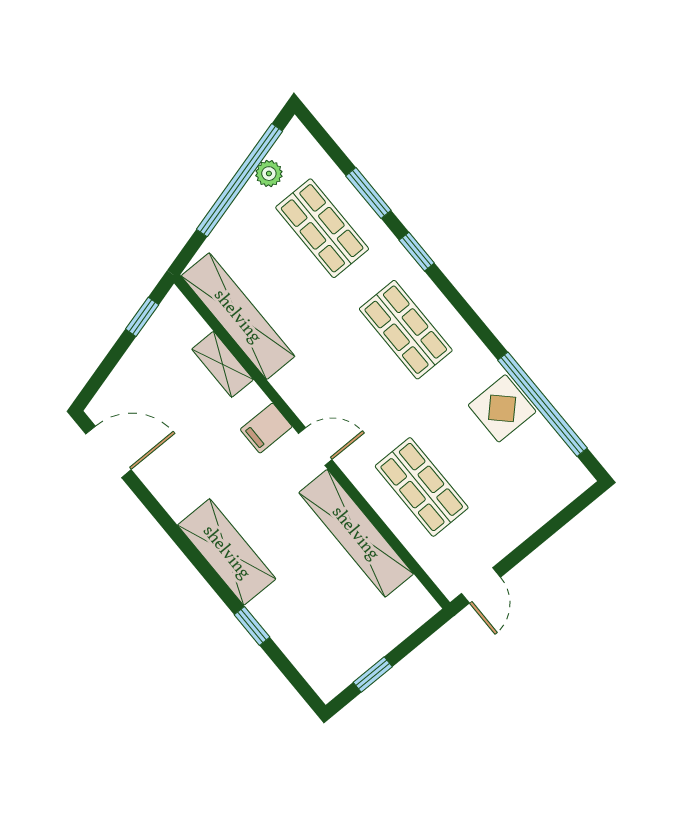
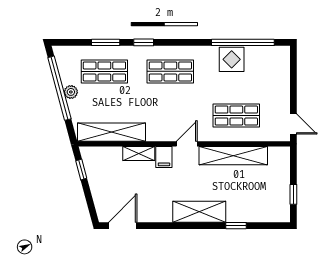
plant: (269, 174) -> (71, 92), moved
shelving: (223, 364) -> (139, 153), moved

